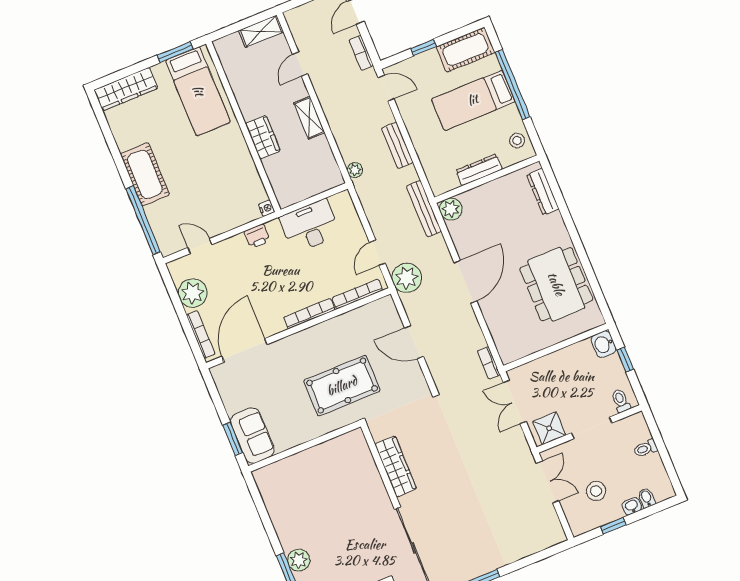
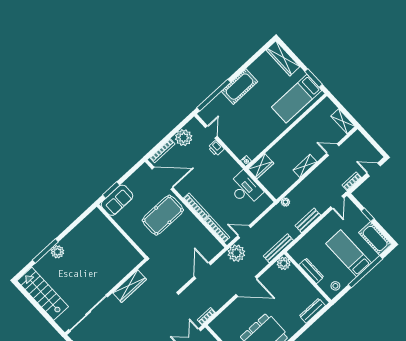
wardrobe: (263, 137) -> (261, 166), moved
printer: (257, 236) -> (216, 148), moved
pool table: (342, 386) -> (163, 215), moved, turned 90

